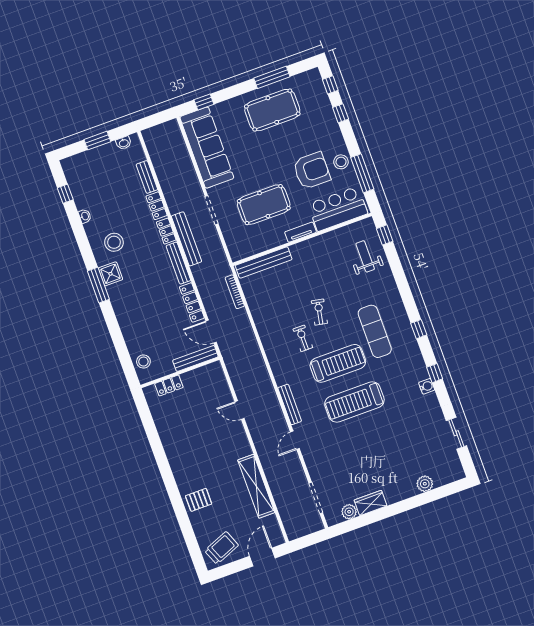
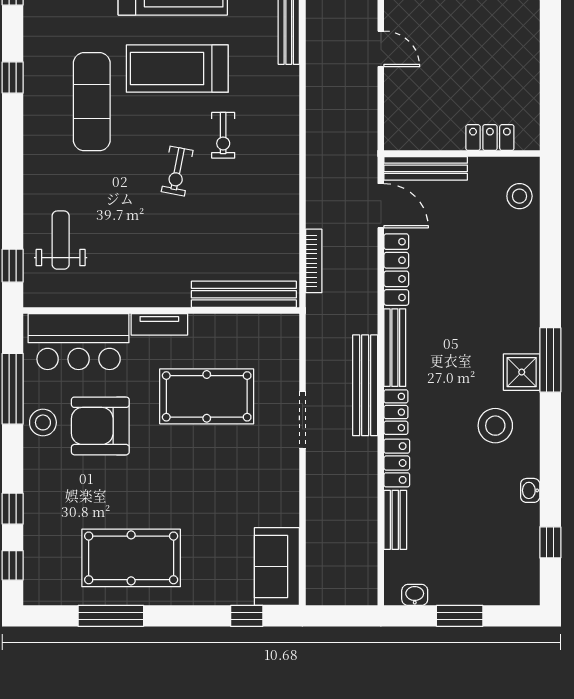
sofa: (207, 148) -> (277, 567), width x0.54, depth x0.79
weight bench: (365, 256) -> (61, 240), turned 180

